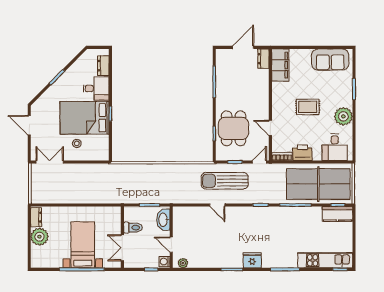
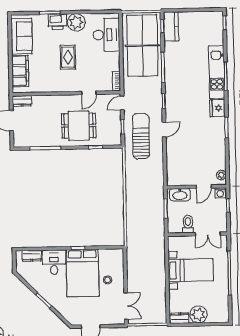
filing cabinet: (280, 65) -> (20, 71), moved, turned 90
dining table: (234, 128) -> (79, 126), moved
desk: (335, 147) -> (106, 35), width x1.37
printer: (302, 153) -> (57, 22), moved, turned -90
double door: (50, 162) -> (126, 306), swing flipped
door: (259, 162) -> (122, 103), hinge flipped
sun lounger: (225, 181) -> (141, 136), turned 180
door: (217, 205) -> (164, 130), moved
bed with nightstands: (83, 245) -> (191, 270), moved, turned 180
kitchen unit: (325, 260) -> (217, 72), moved

